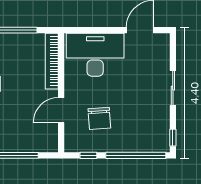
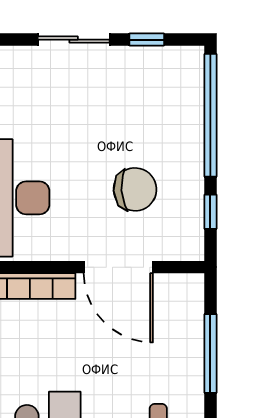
door: (61, 110) -> (118, 267), width x1.36
window: (173, 138) -> (147, 40), moved

